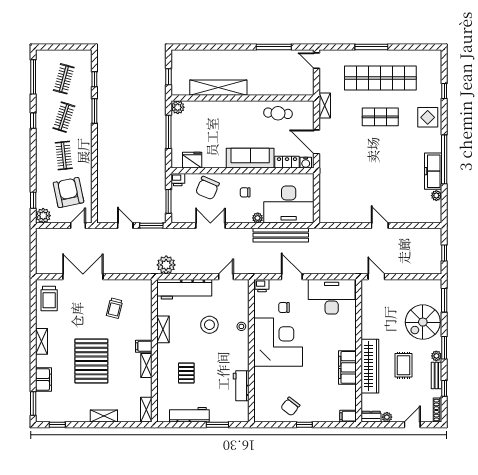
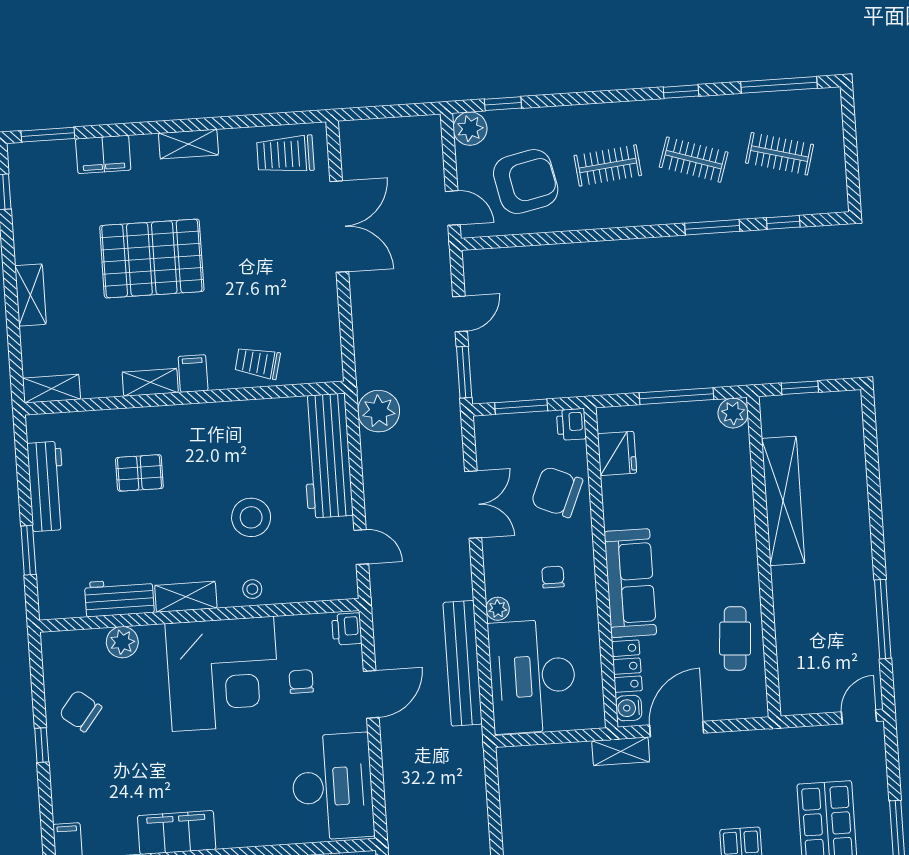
shelving: (325, 105) -> (621, 751), moved
trolley: (114, 308) -> (258, 363), moved
shelving: (163, 329) -> (186, 597), moved
plant: (261, 386) -> (122, 642), added

